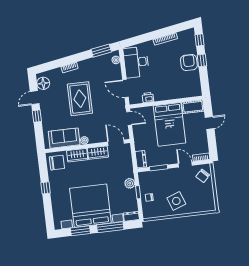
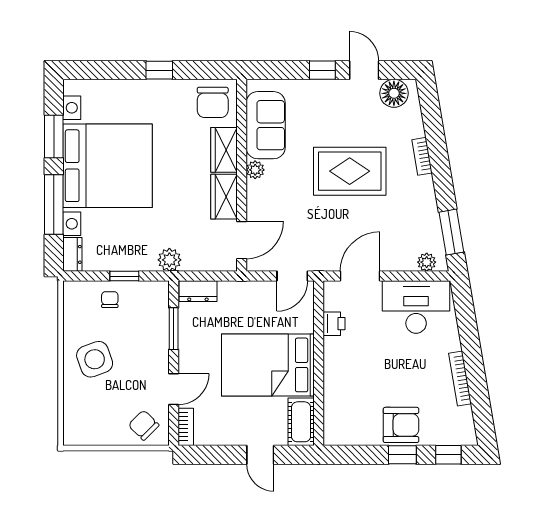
plant: (130, 183) -> (169, 260), moved

